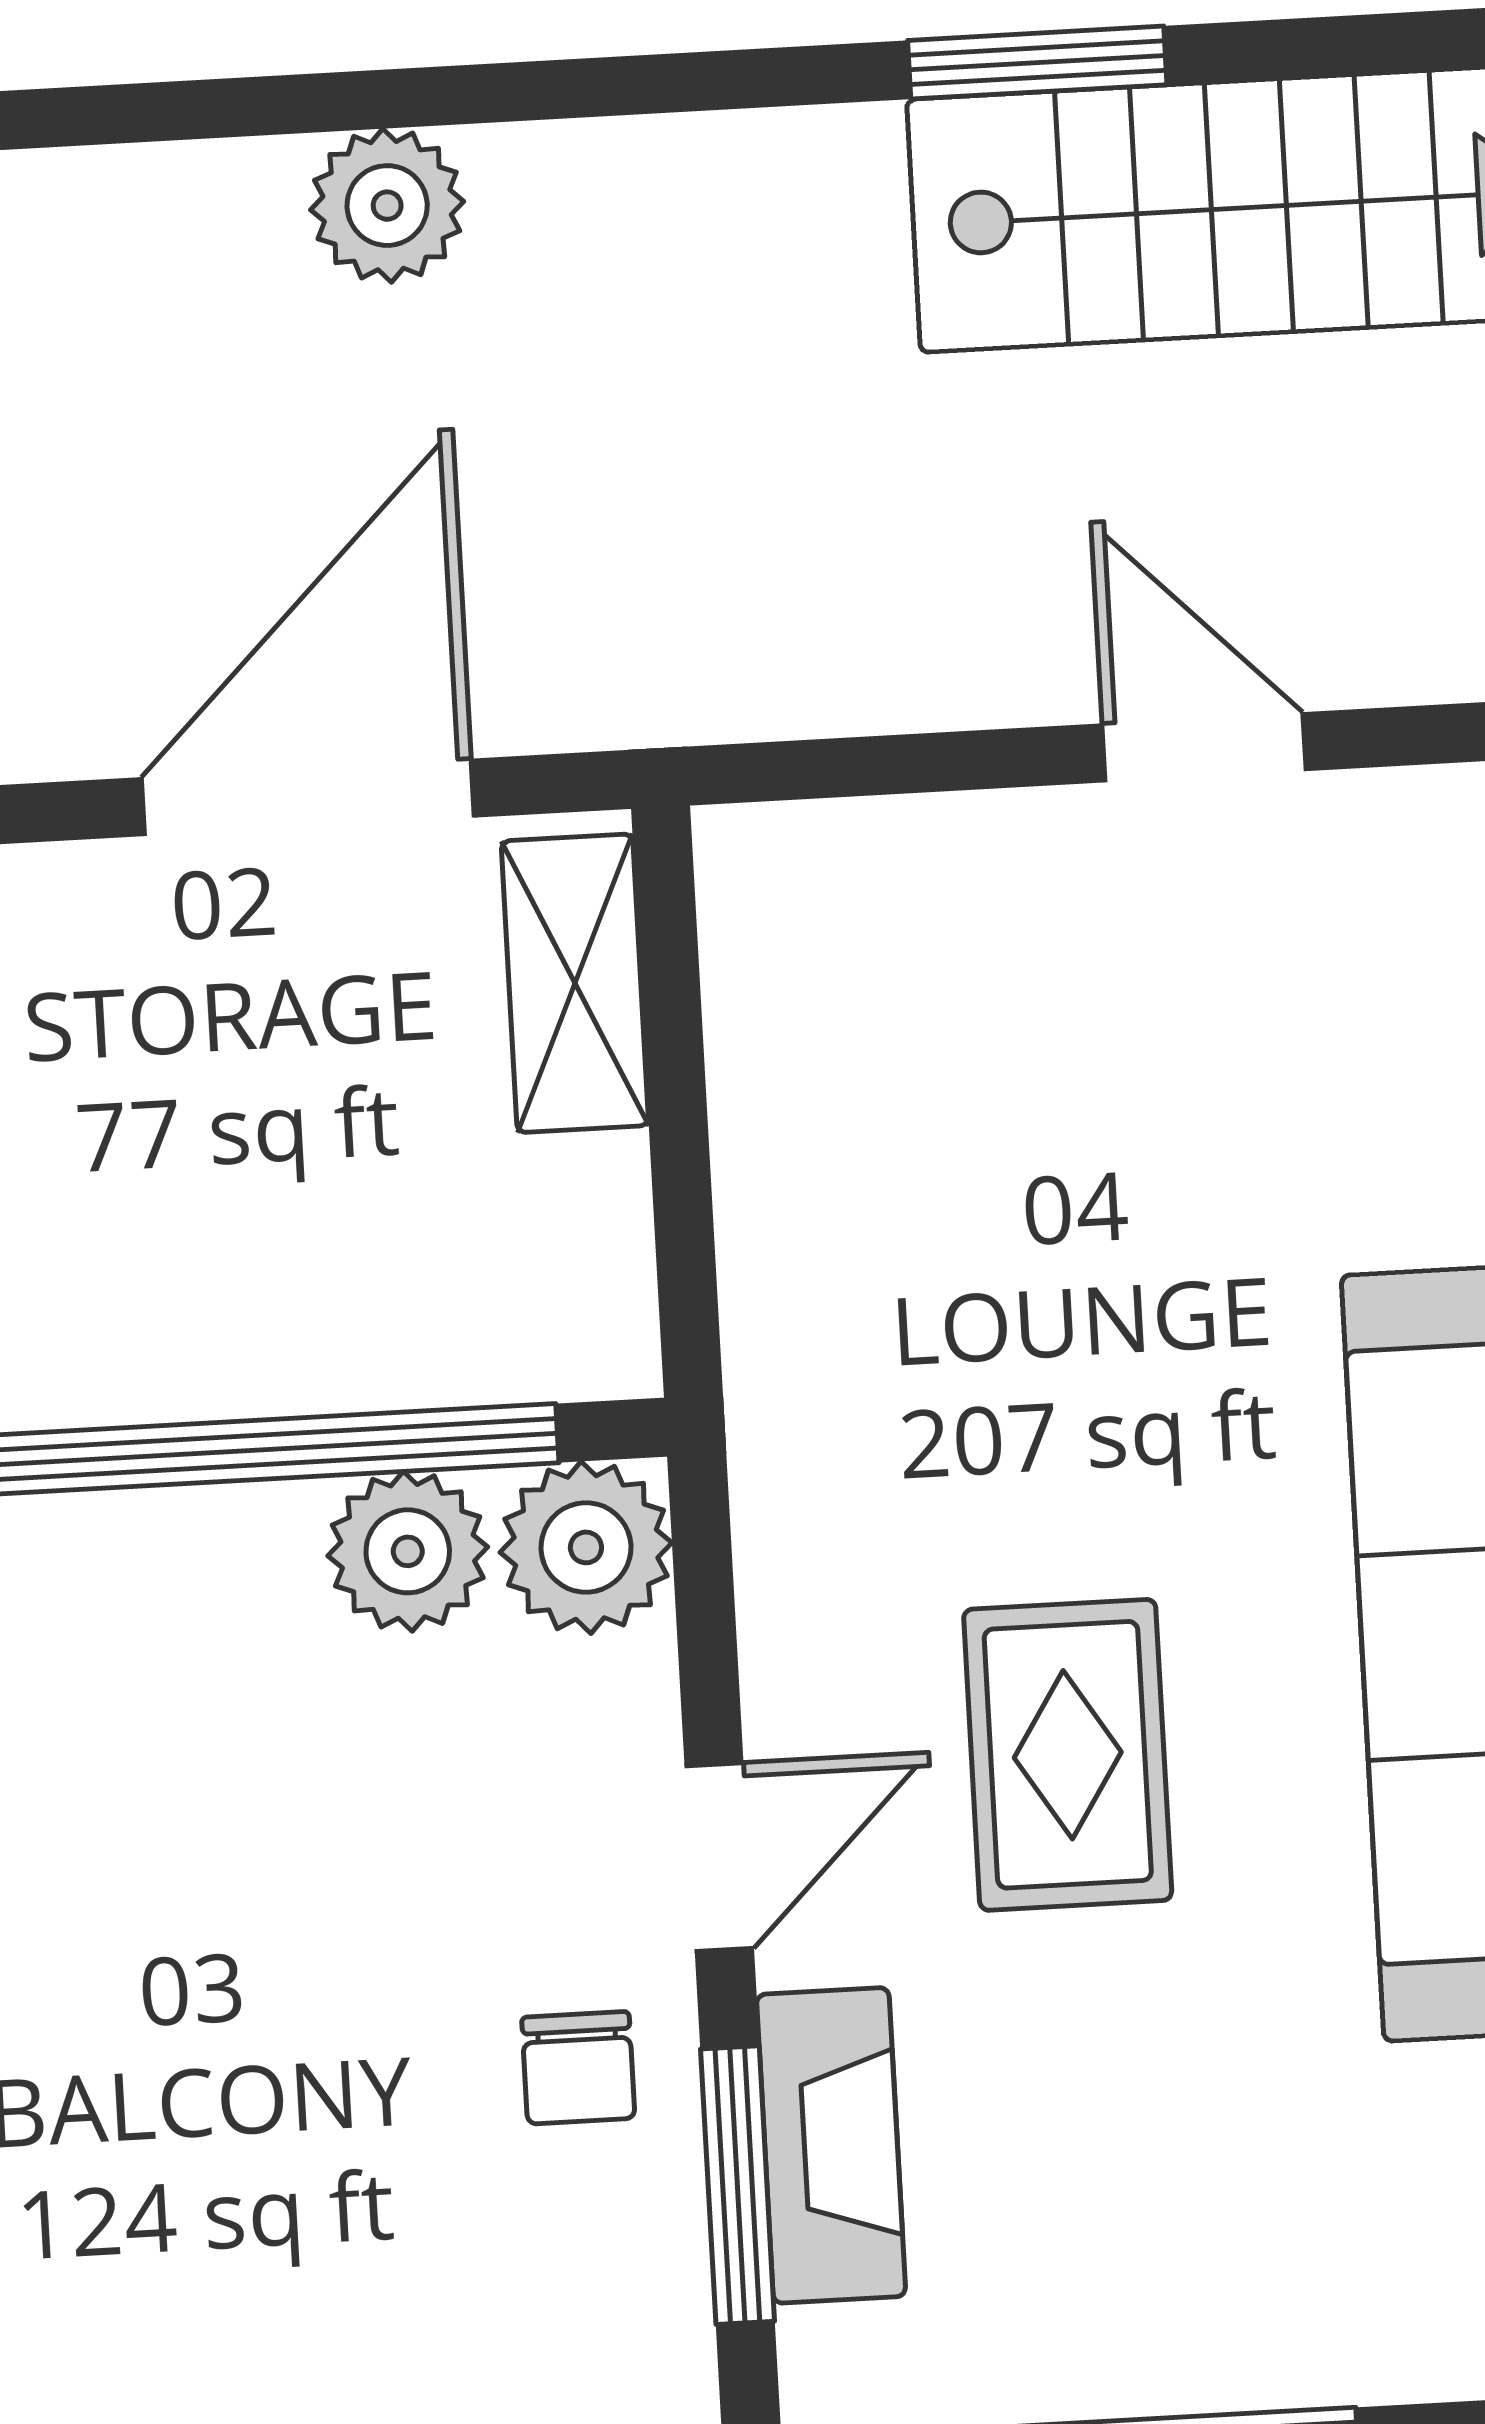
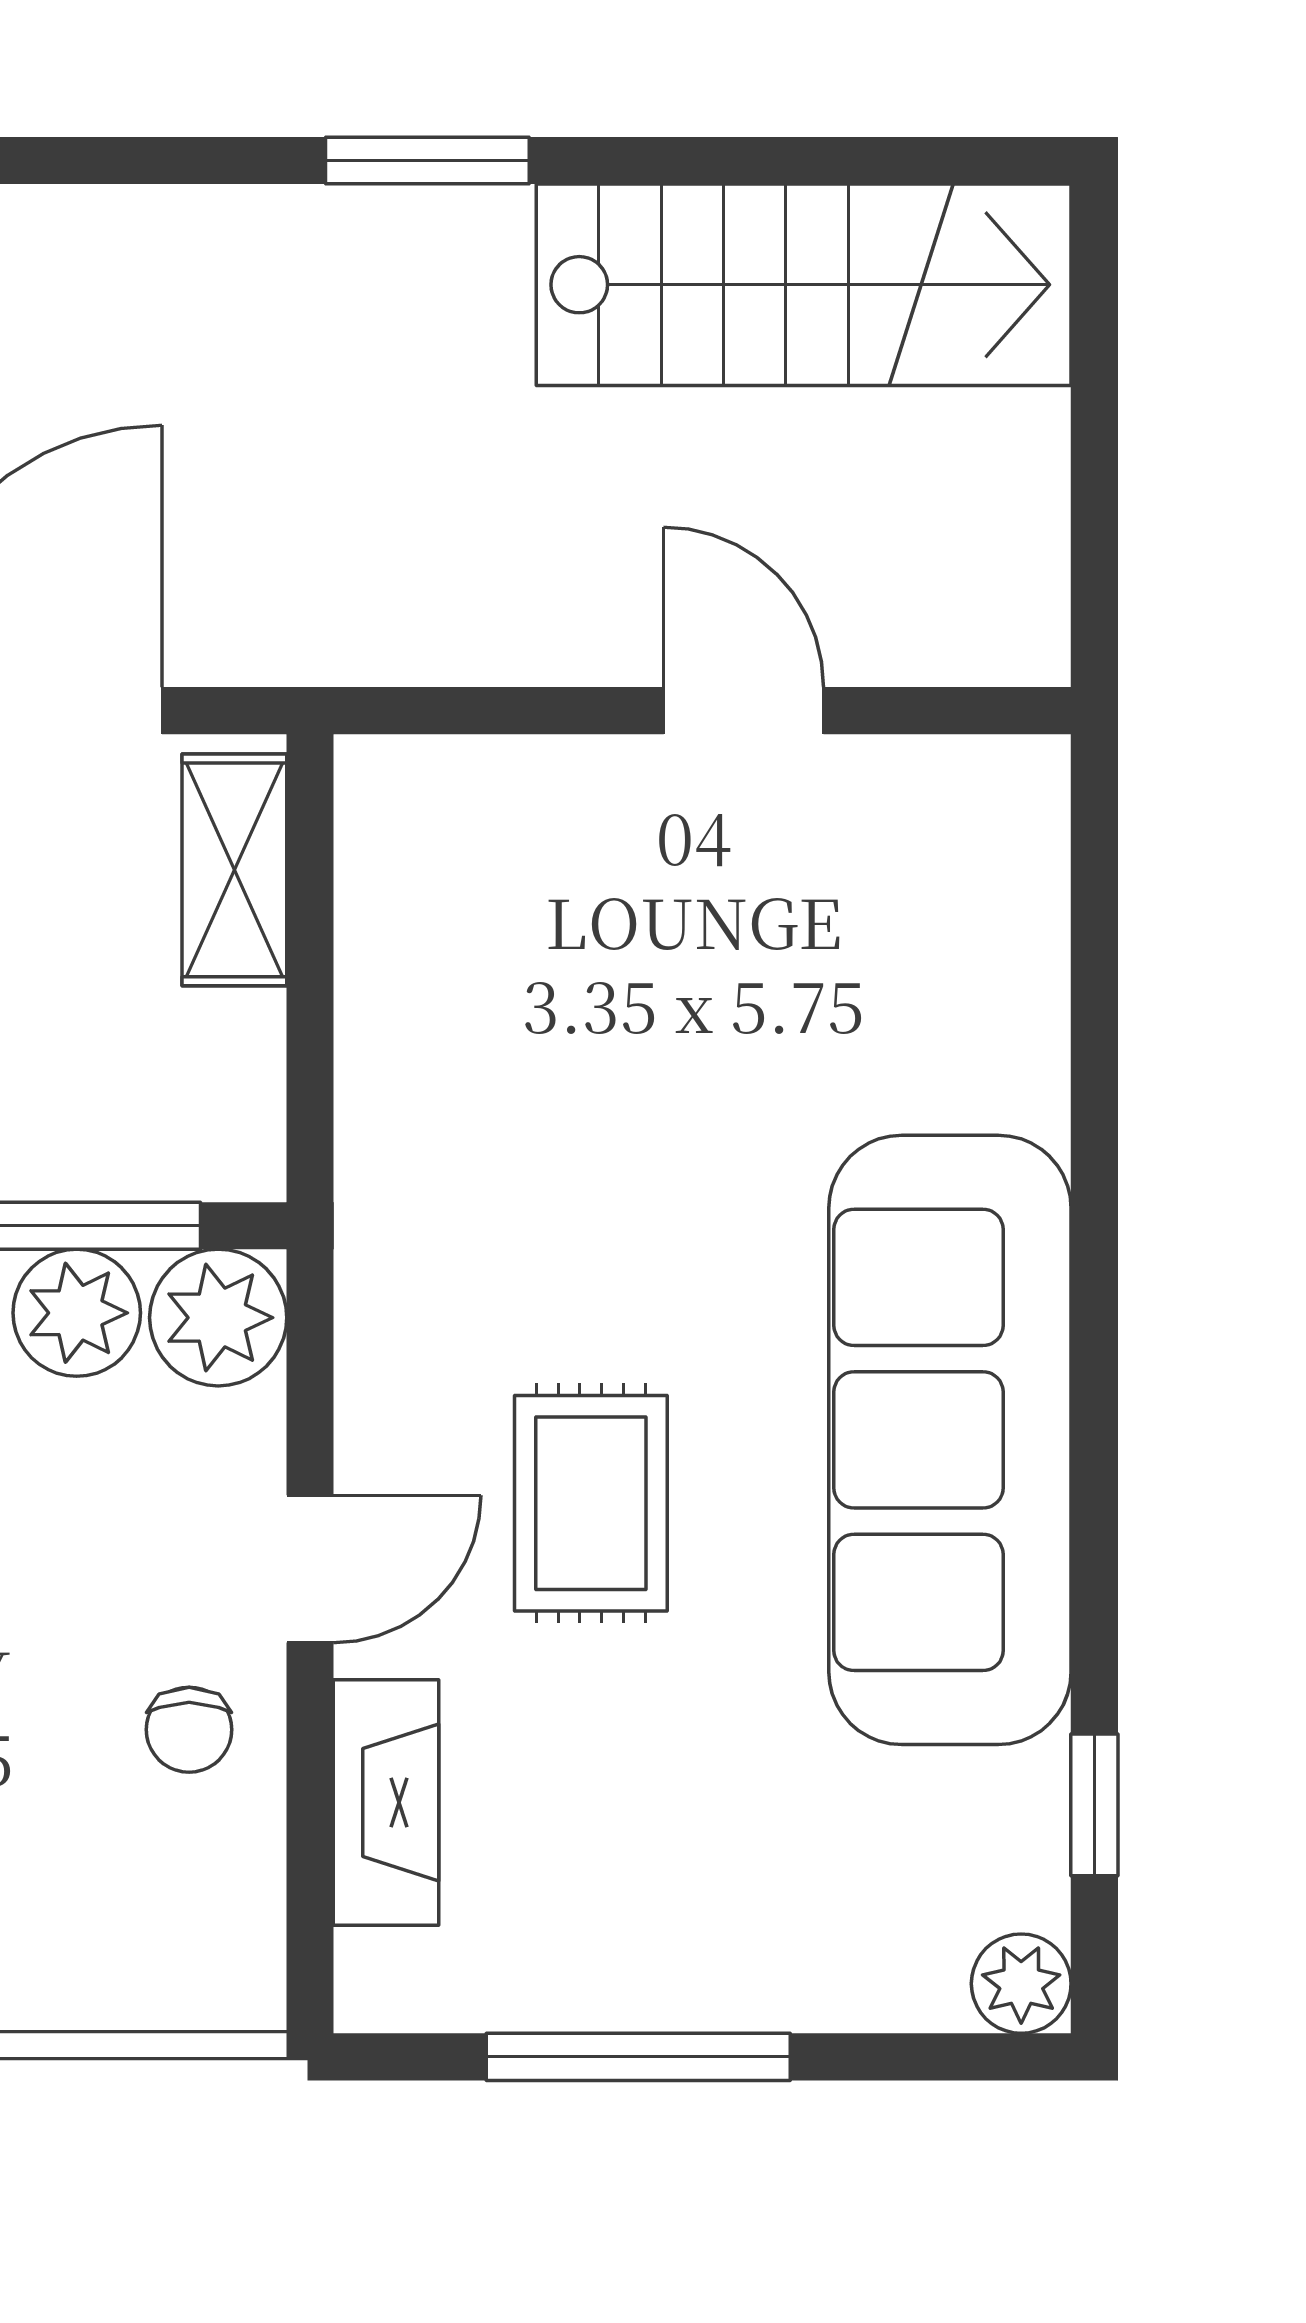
window: (1037, 63) -> (427, 160), moved
plant: (387, 206) -> (120, 245), removed
window: (738, 2185) -> (310, 1830), removed

